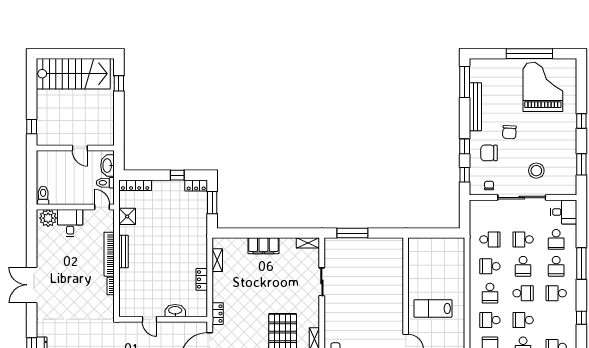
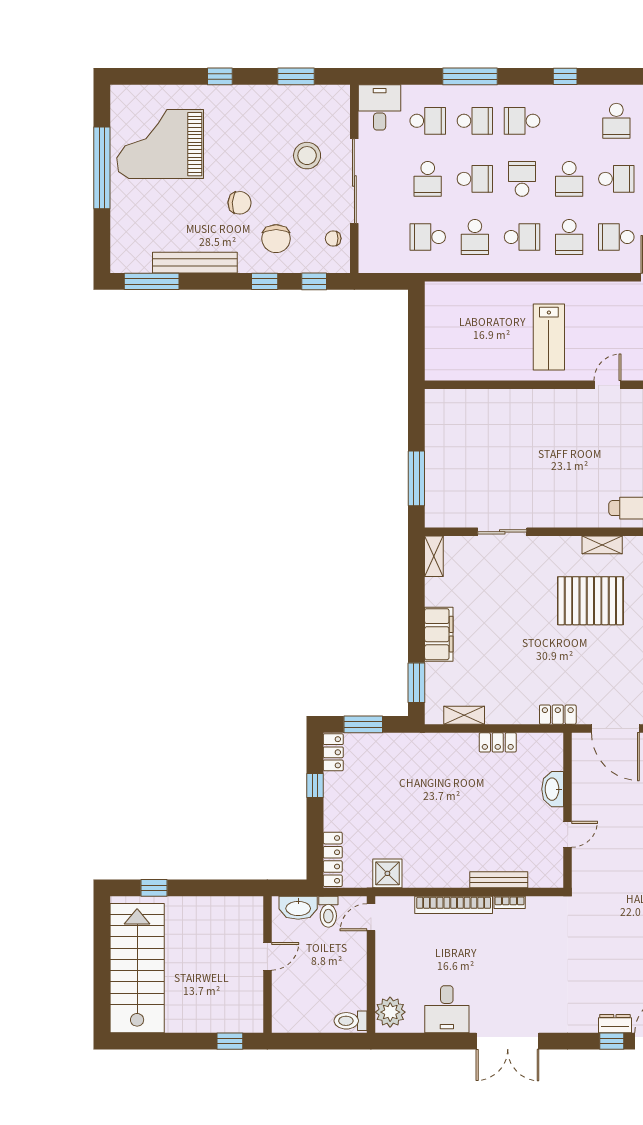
desk: (70, 223) -> (447, 1009), moved, turned -90
window: (236, 233) -> (416, 683), added
school desk: (490, 239) -> (428, 237), turned -90
bench: (123, 251) -> (499, 880), moved
school desk: (556, 293) -> (522, 121), turned 90

